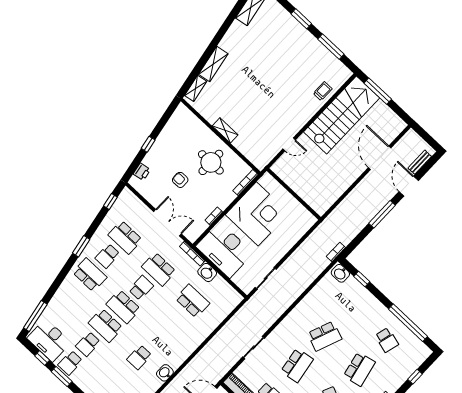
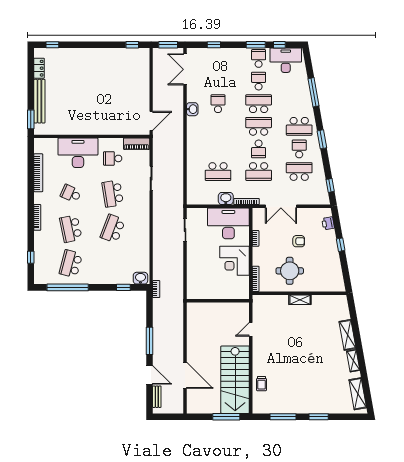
shelving: (196, 88) -> (353, 361), moved
corner desk: (257, 214) -> (234, 261), width x0.74, depth x0.74
school desk: (159, 269) -> (259, 172), turned 180
window: (35, 316) -> (313, 92), moved
school desk: (387, 340) -> (71, 264), width x1.85

